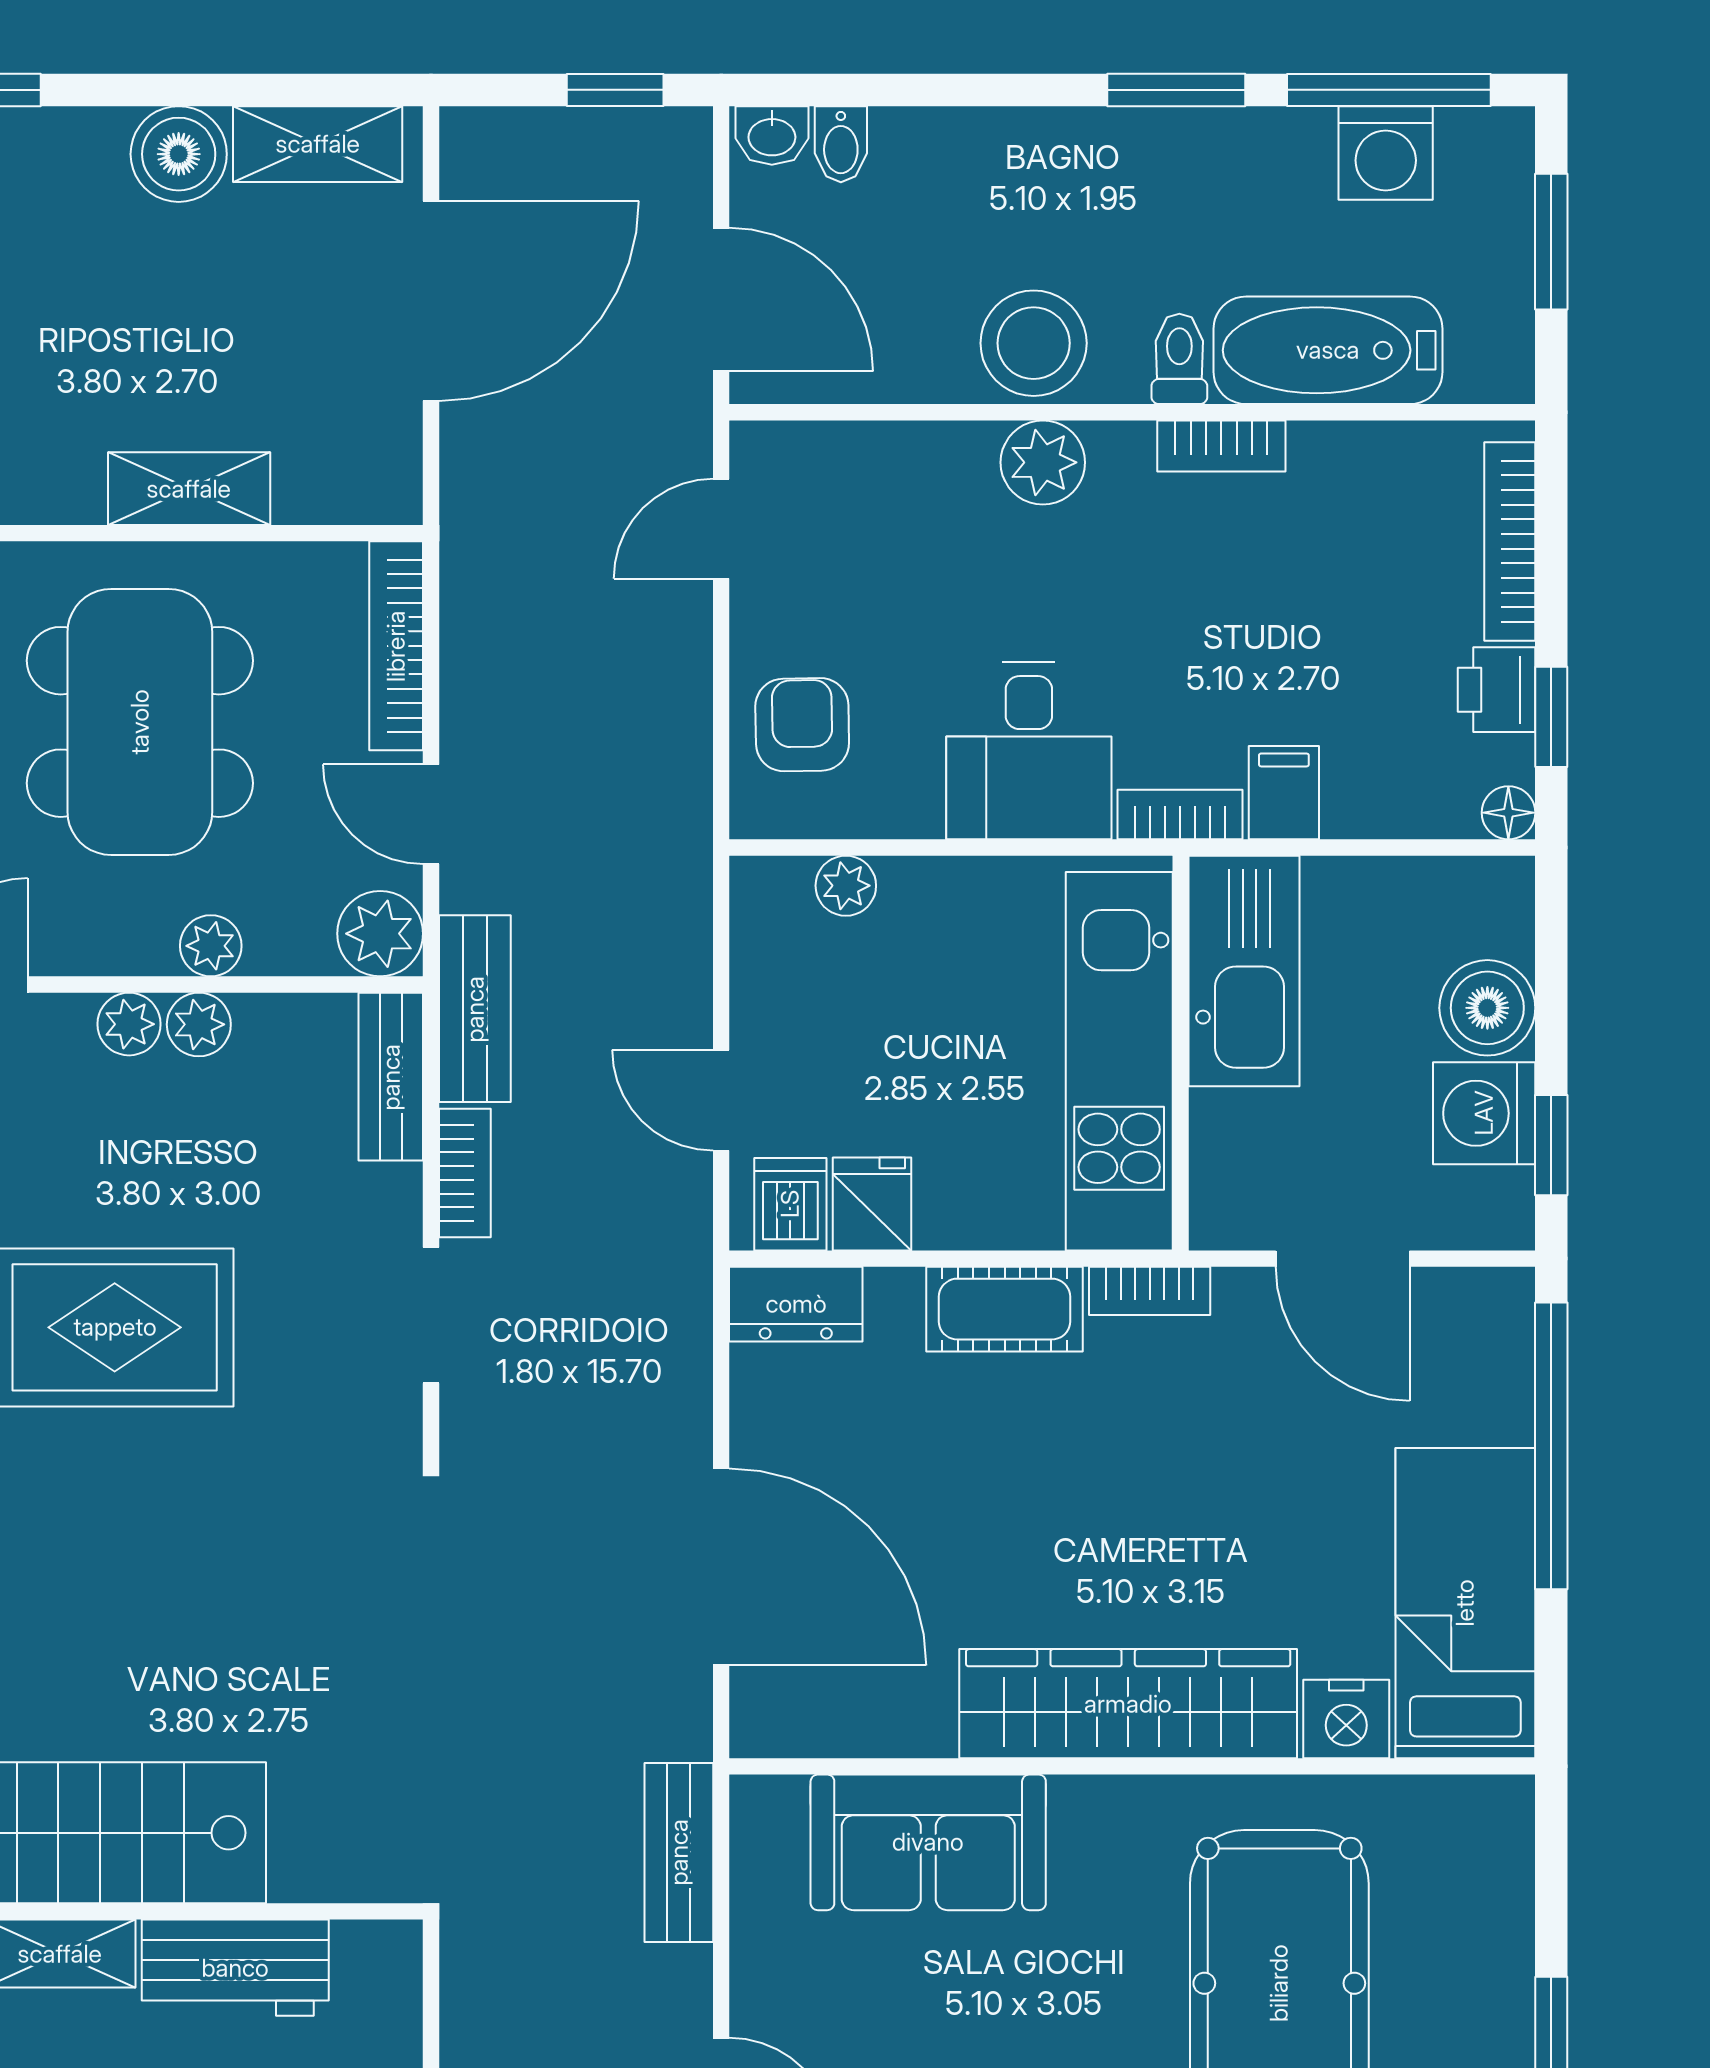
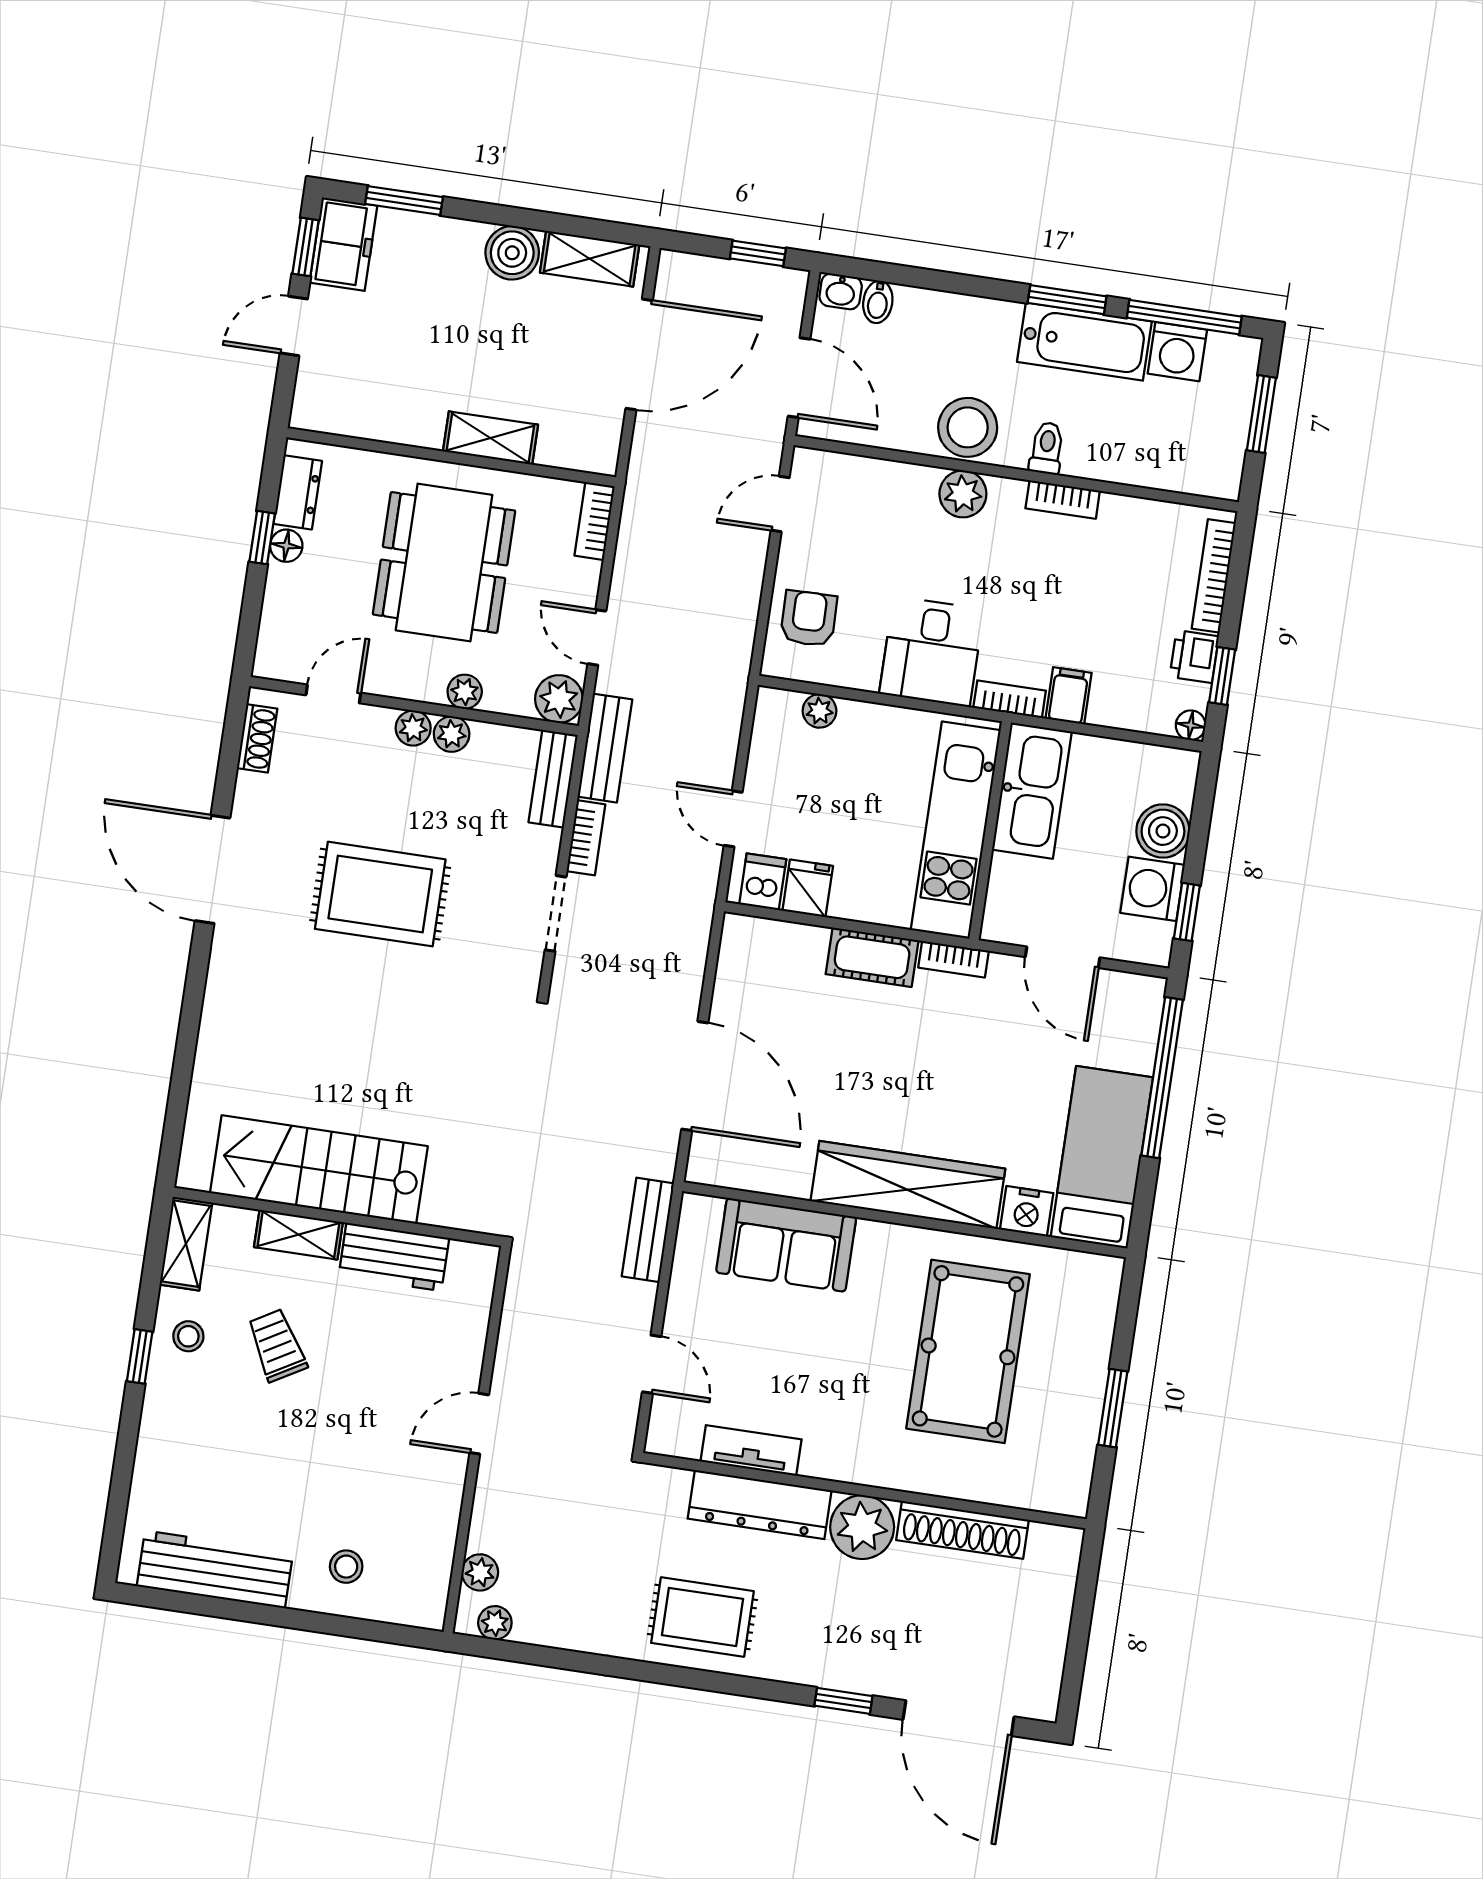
bathtub: (1328, 350) -> (1084, 342), moved, turned 180
bookcase: (396, 646) -> (595, 521), width x0.64
dresser: (796, 1304) -> (758, 937), removed

